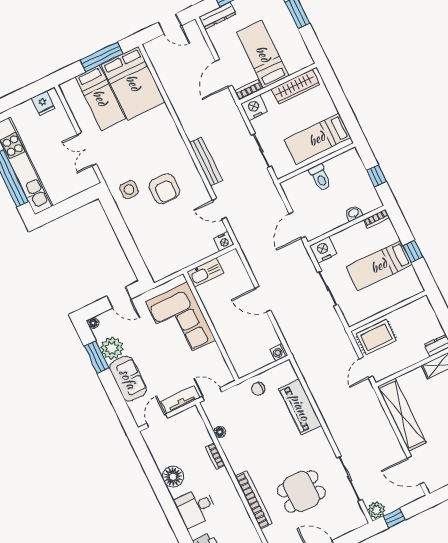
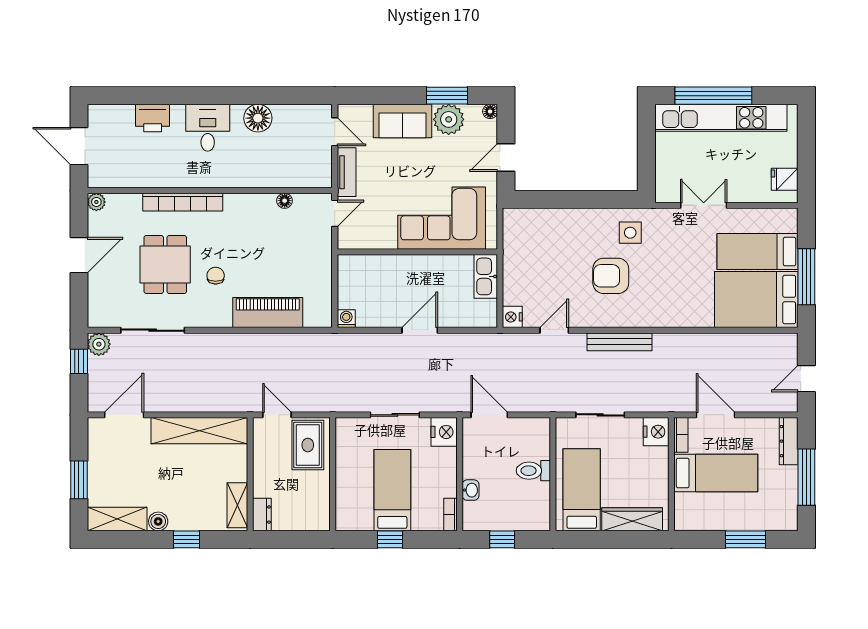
wardrobe: (295, 87) -> (632, 519), moved, turned 90
chair: (258, 389) -> (216, 276), moved
bookcase: (215, 456) -> (258, 181), removed

